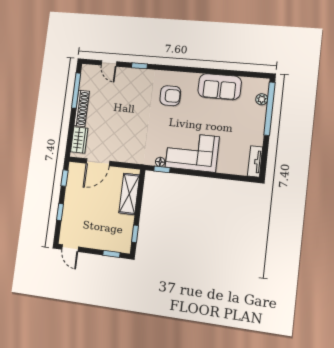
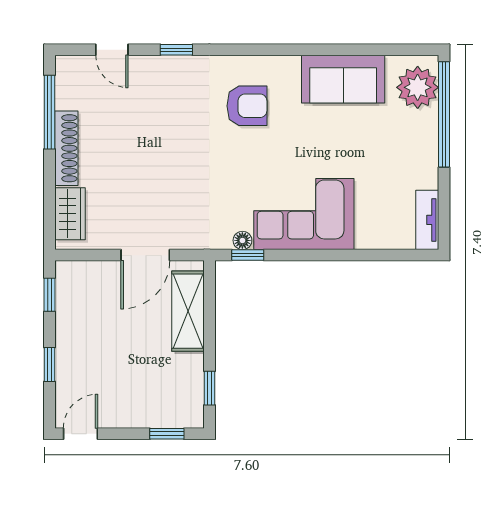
plant: (262, 99) -> (418, 87), width x1.88, depth x1.88
door: (98, 162) -> (145, 255), moved
door: (70, 248) -> (81, 434), swing flipped

